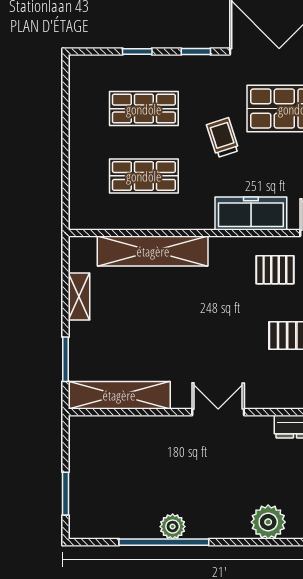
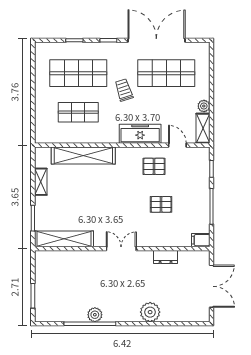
shop shelf: (144, 109) -> (78, 73), width x1.43, depth x1.36

